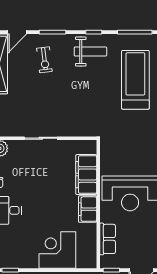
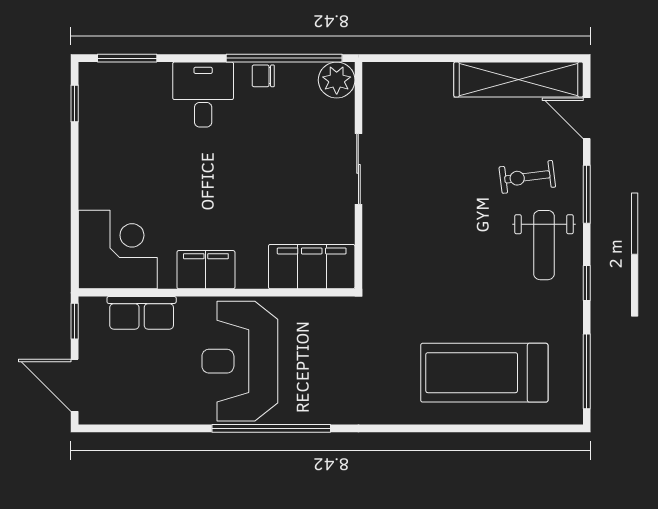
weight bench: (90, 51) -> (544, 245), moved
treadmill: (135, 80) -> (484, 373), turned 180
filing cabinet: (86, 175) -> (312, 267), moved
corner desk: (57, 250) -> (118, 250), moved

